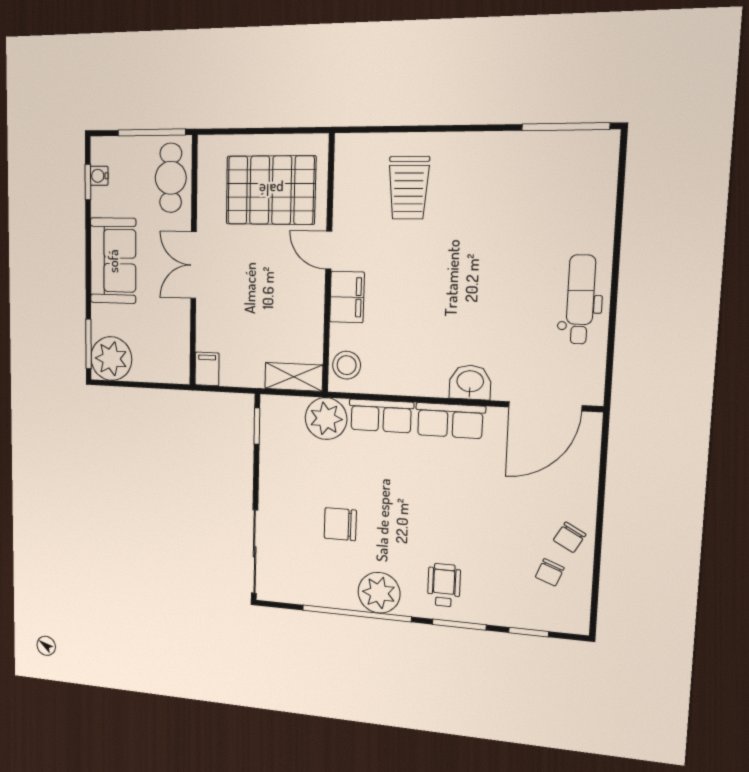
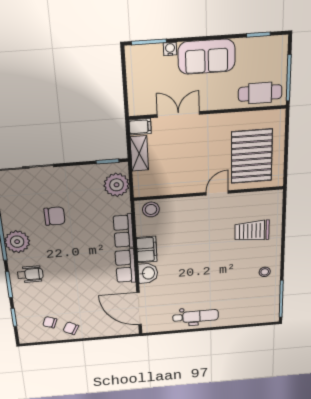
stool: (498, 162) -> (265, 272), added
water cooler: (99, 176) -> (170, 49), moved
double door: (194, 265) -> (178, 114), moved
filing cabinet: (347, 297) -> (147, 249), moved, turned -90
plant: (111, 359) -> (140, 60), removed
shelving: (294, 377) -> (139, 153), moved
plant: (326, 419) -> (117, 185), moved
chair: (340, 524) -> (54, 216), turned 90

